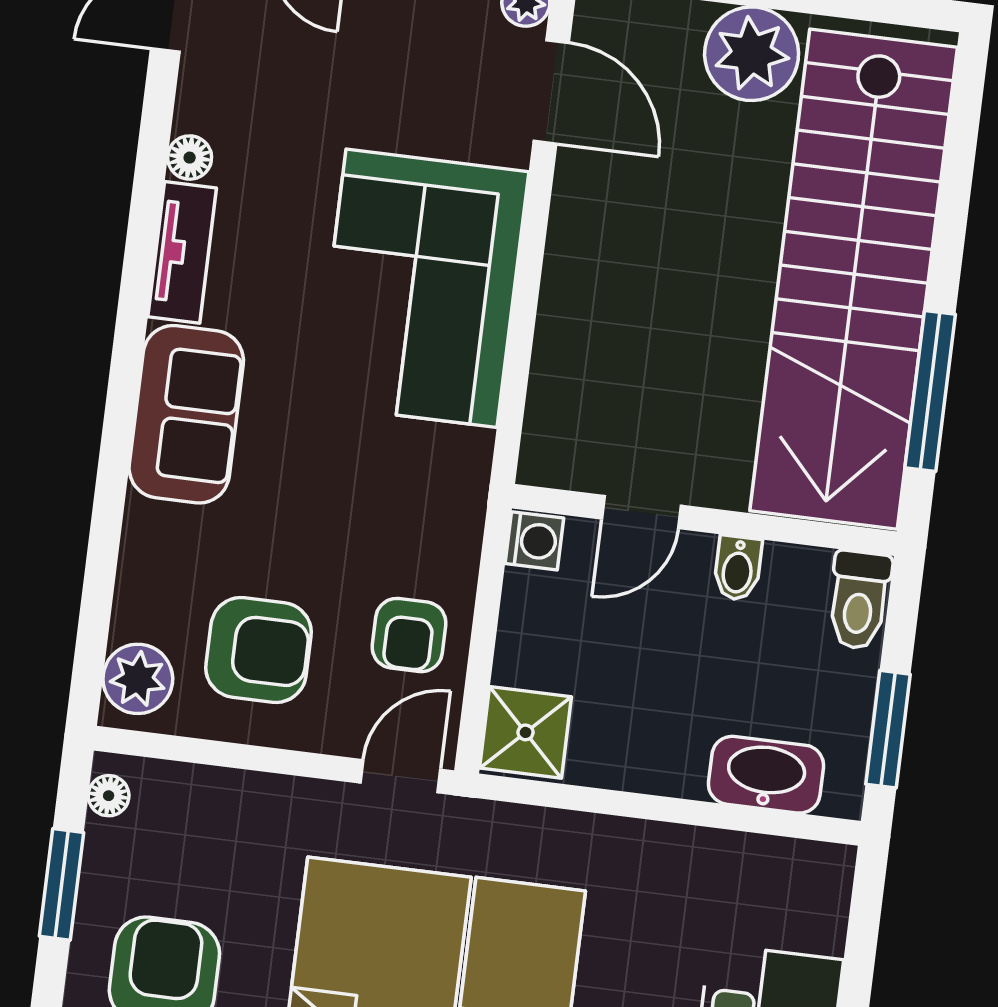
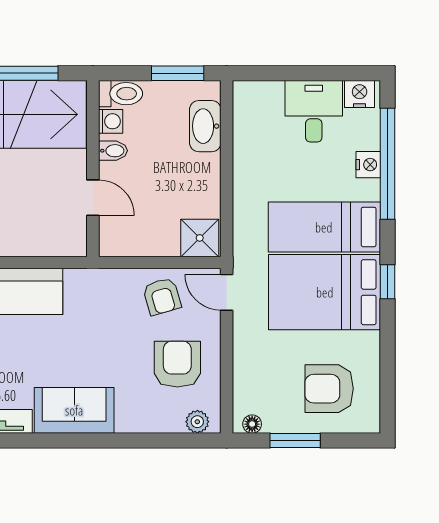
washing machine: (534, 541) -> (111, 121), moved, turned 90
armchair: (409, 635) -> (162, 296), turned 74
plant: (138, 679) -> (197, 422), width x0.73, depth x0.73

